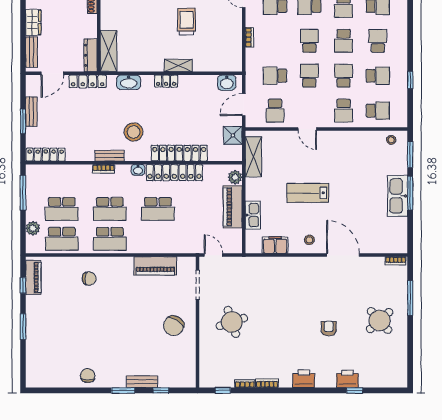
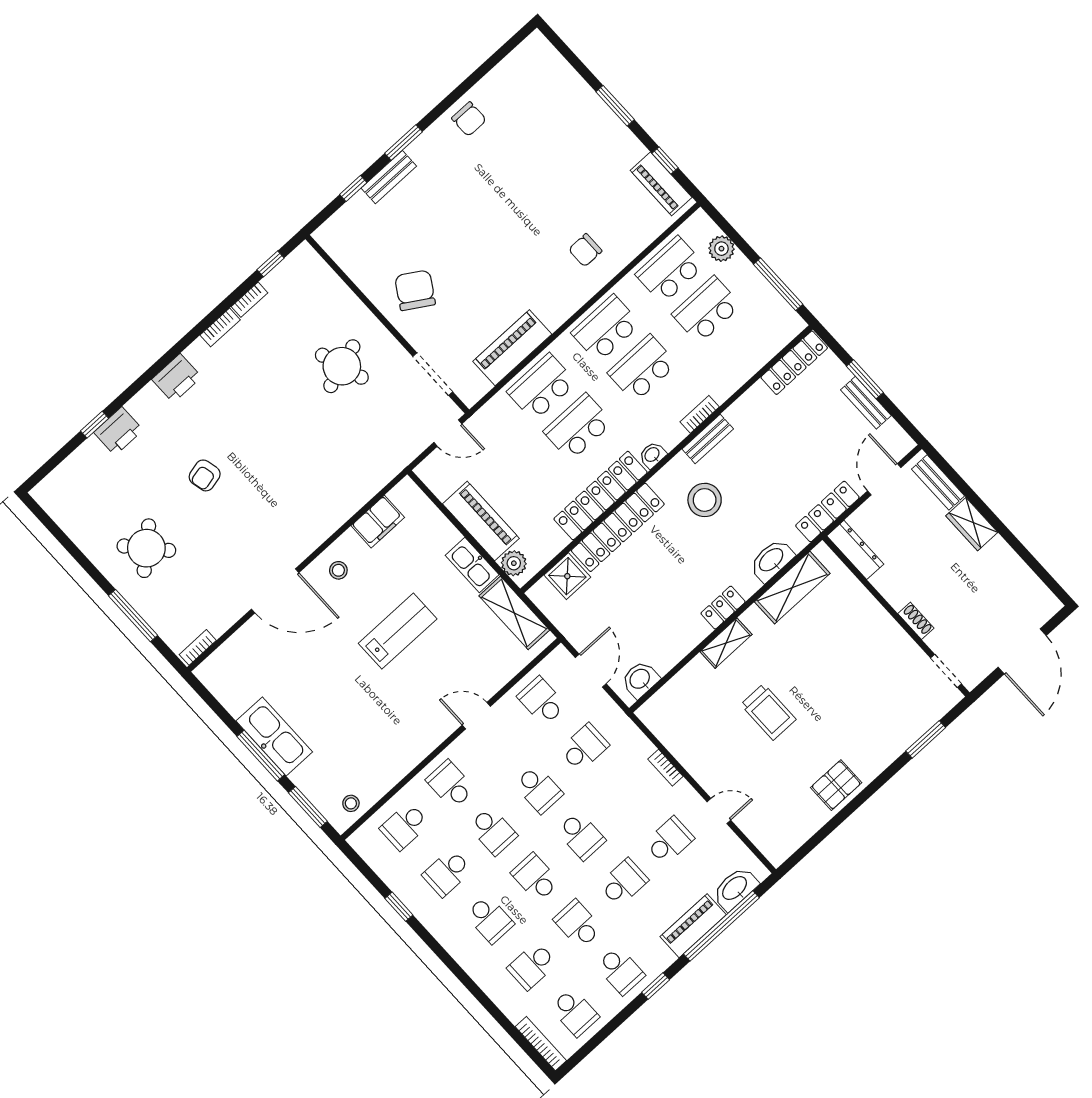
shelving: (109, 51) -> (792, 588), moved, turned 90
shower: (233, 135) -> (567, 576), moved
kitchen sink: (253, 215) -> (472, 565), moved
school desk: (158, 239) -> (542, 387), added
armchair: (329, 329) -> (205, 475), turned 77

